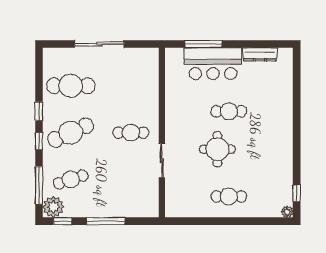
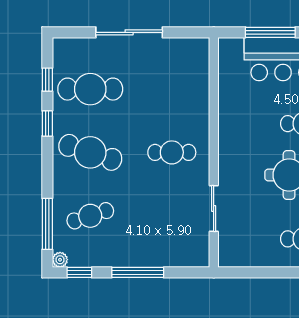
cafe table: (71, 133) -> (90, 152), turned 42
window: (39, 141) -> (47, 80), moved
sliding door: (162, 161) -> (214, 209), moved
plant: (53, 207) -> (60, 260), width x0.53, depth x0.53

